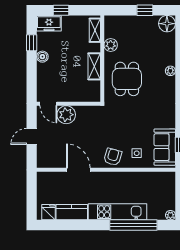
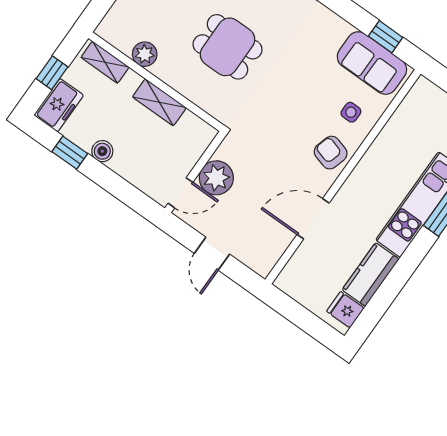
shelving: (95, 30) -> (105, 62), moved
plant: (111, 45) -> (145, 54), moved
wall: (102, 59) -> (156, 82), moved
shelving: (94, 66) -> (159, 102), moved

